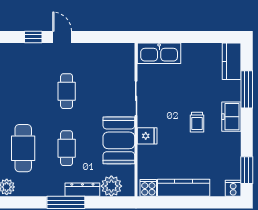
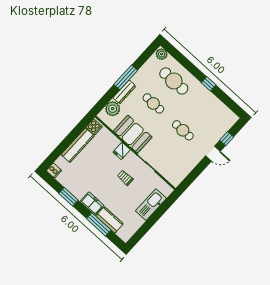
kitchen sink: (159, 53) -> (151, 205), moved
kitchen counter: (232, 61) -> (109, 220), moved
trolley: (197, 122) -> (125, 178), moved
window: (247, 170) -> (68, 197), moved

